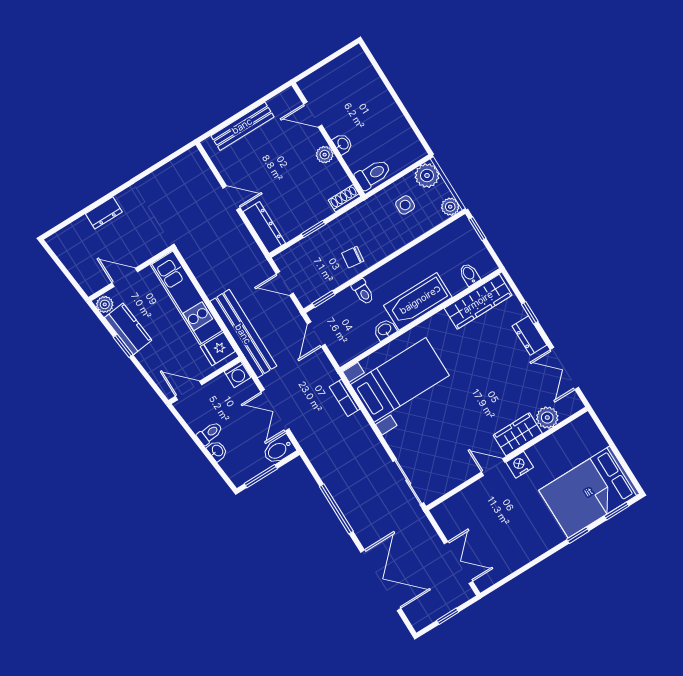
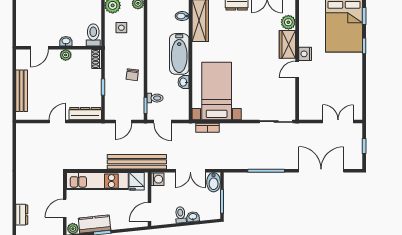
dresser: (104, 213) -> (22, 215), moved
toilet: (363, 292) -> (155, 98), moved

